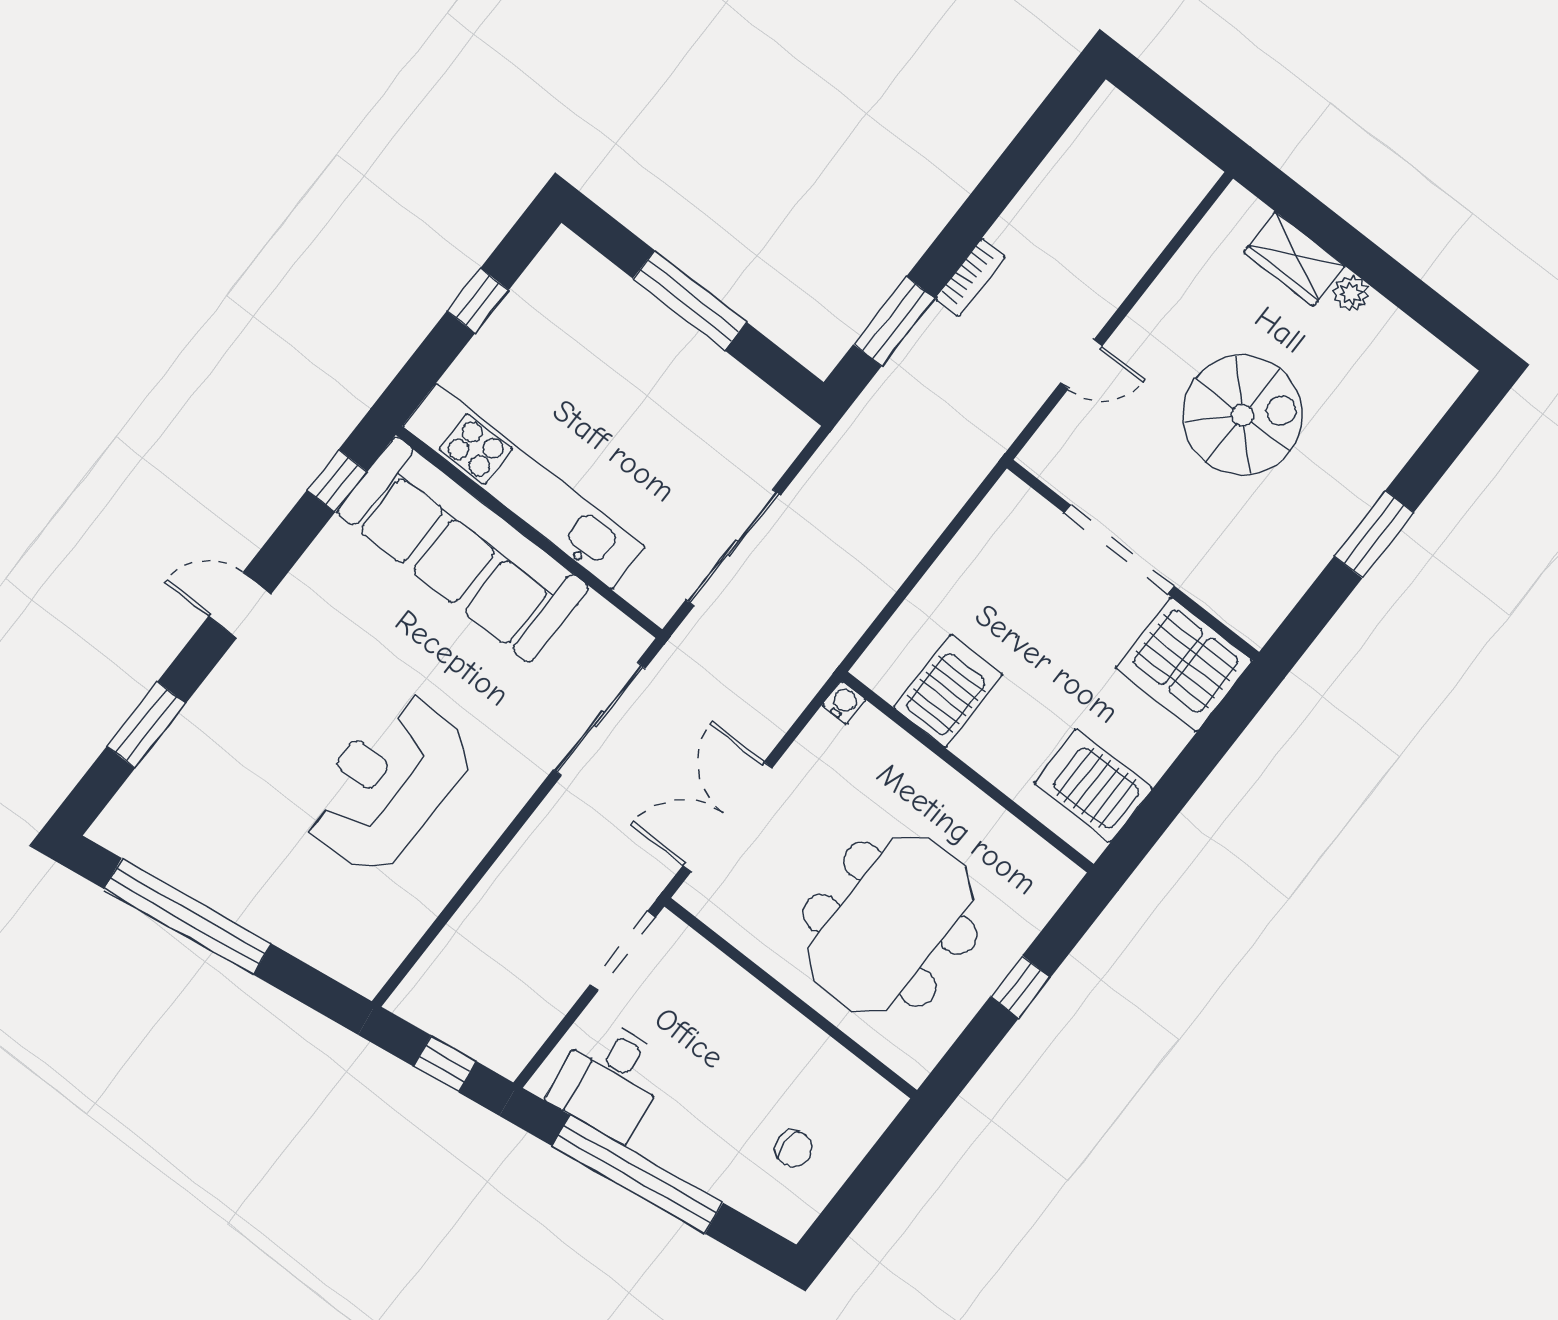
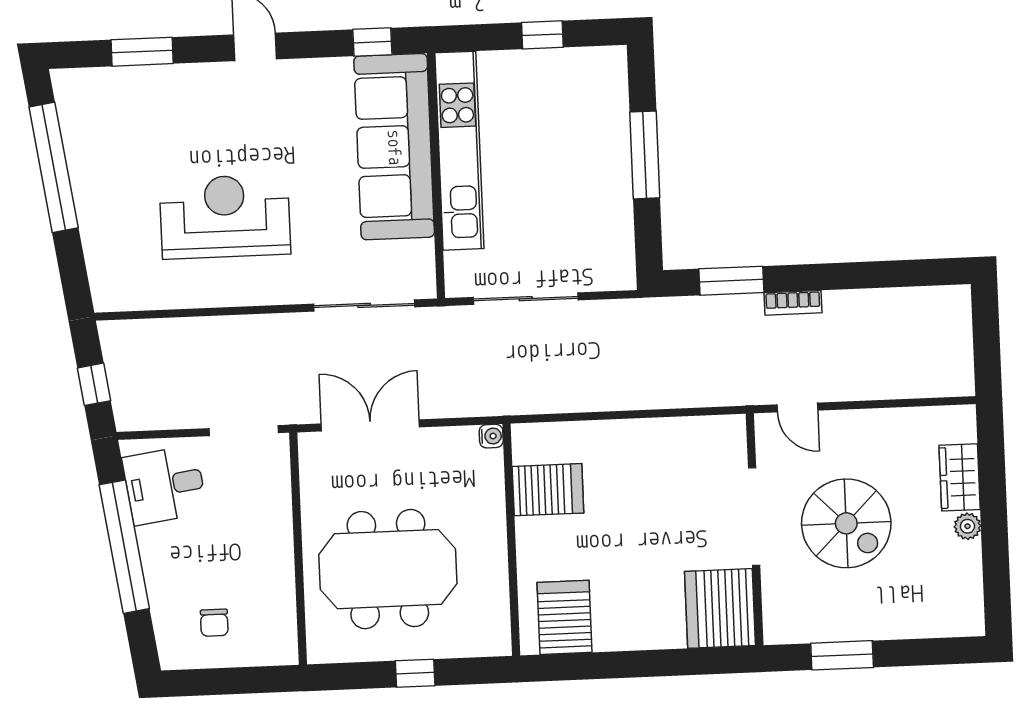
doorway: (1119, 549) -> (754, 516), moved
wall: (1133, 560) -> (755, 529), moved
server rack: (1184, 664) -> (720, 608), moved

